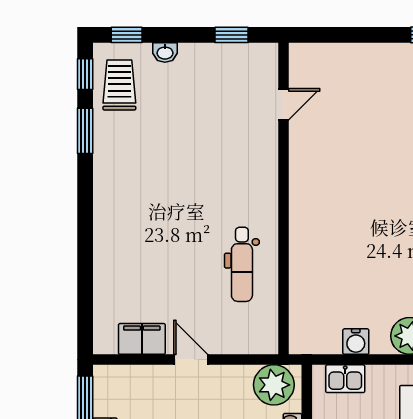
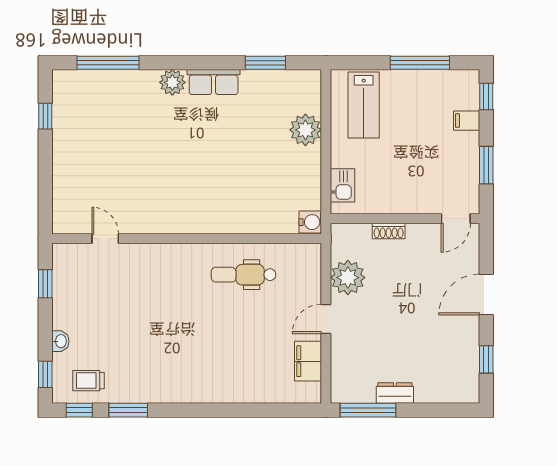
trolley: (119, 85) -> (89, 381), width x0.73, depth x0.72
dental chair: (242, 264) -> (244, 275), turned 180
water cooler: (356, 342) -> (310, 222), moved
plant: (274, 385) -> (348, 278), moved

